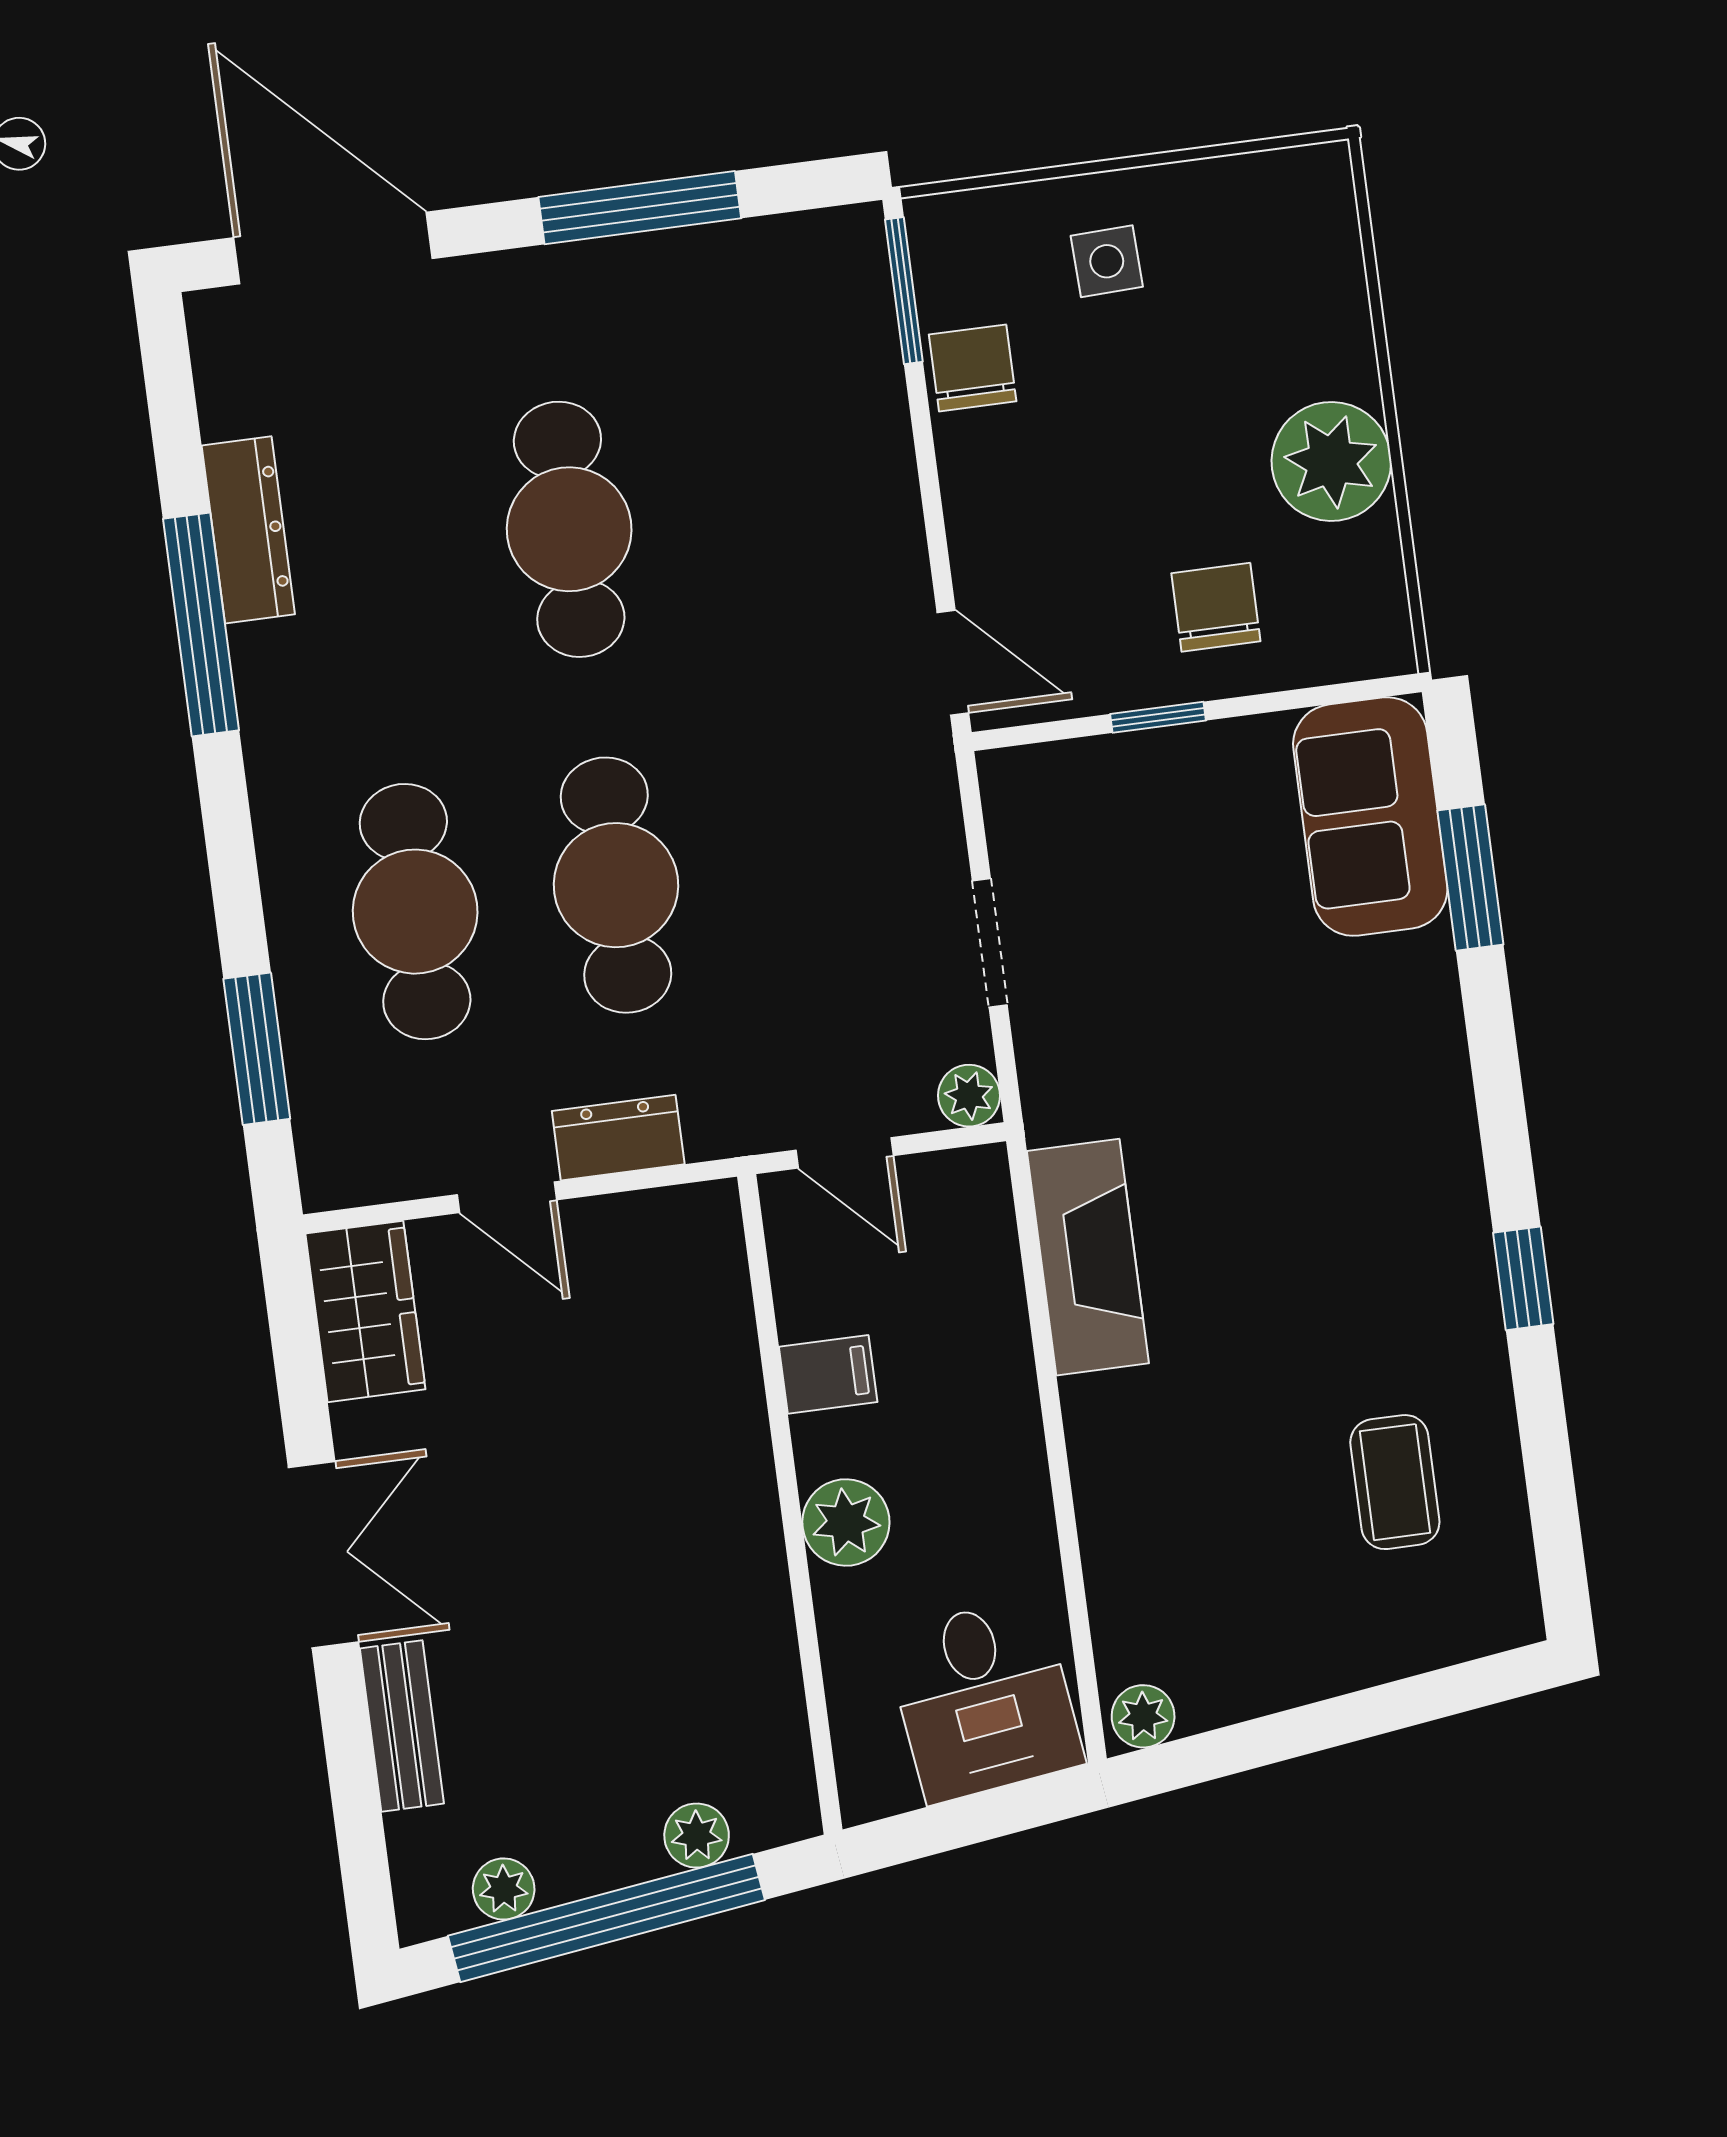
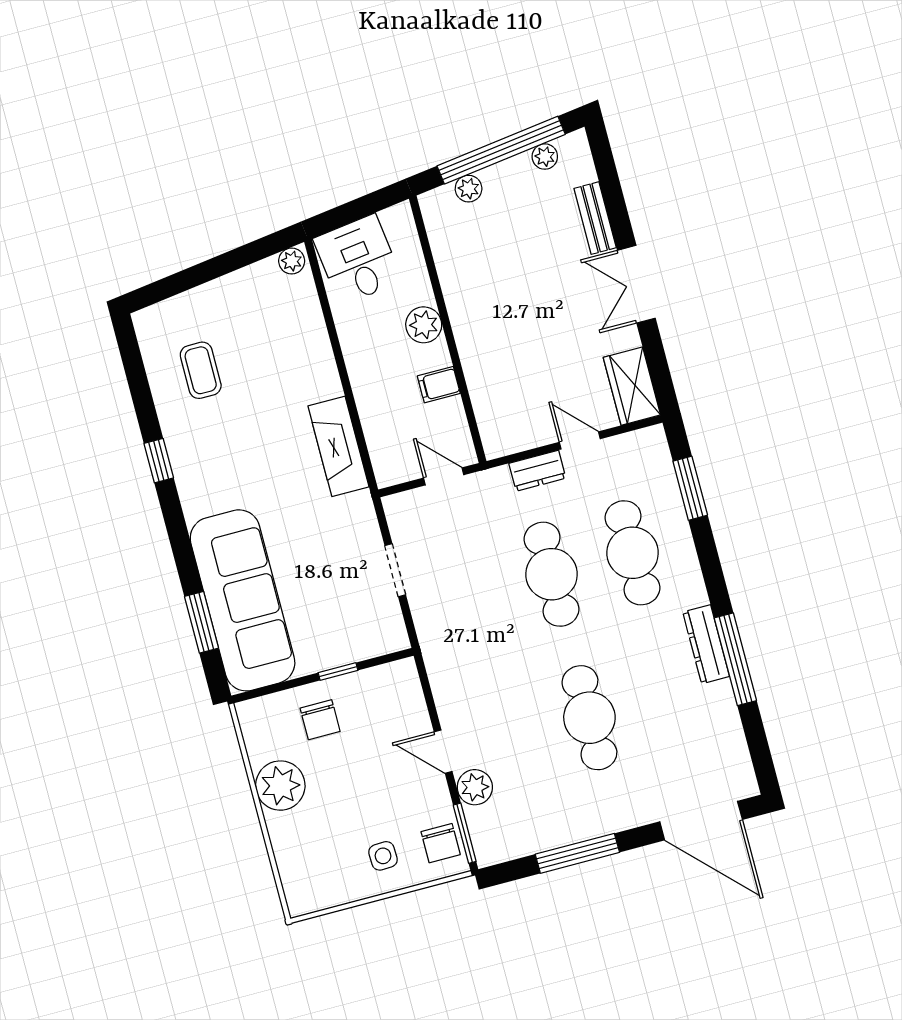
chair: (973, 368) -> (441, 843), moved
dresser: (248, 530) -> (706, 644), moved
door: (953, 663) -> (443, 752), moved
sofa: (1370, 817) -> (243, 600), width x1.85, depth x1.27
plant: (969, 1096) -> (475, 787), moved, width x1.38, depth x1.38

